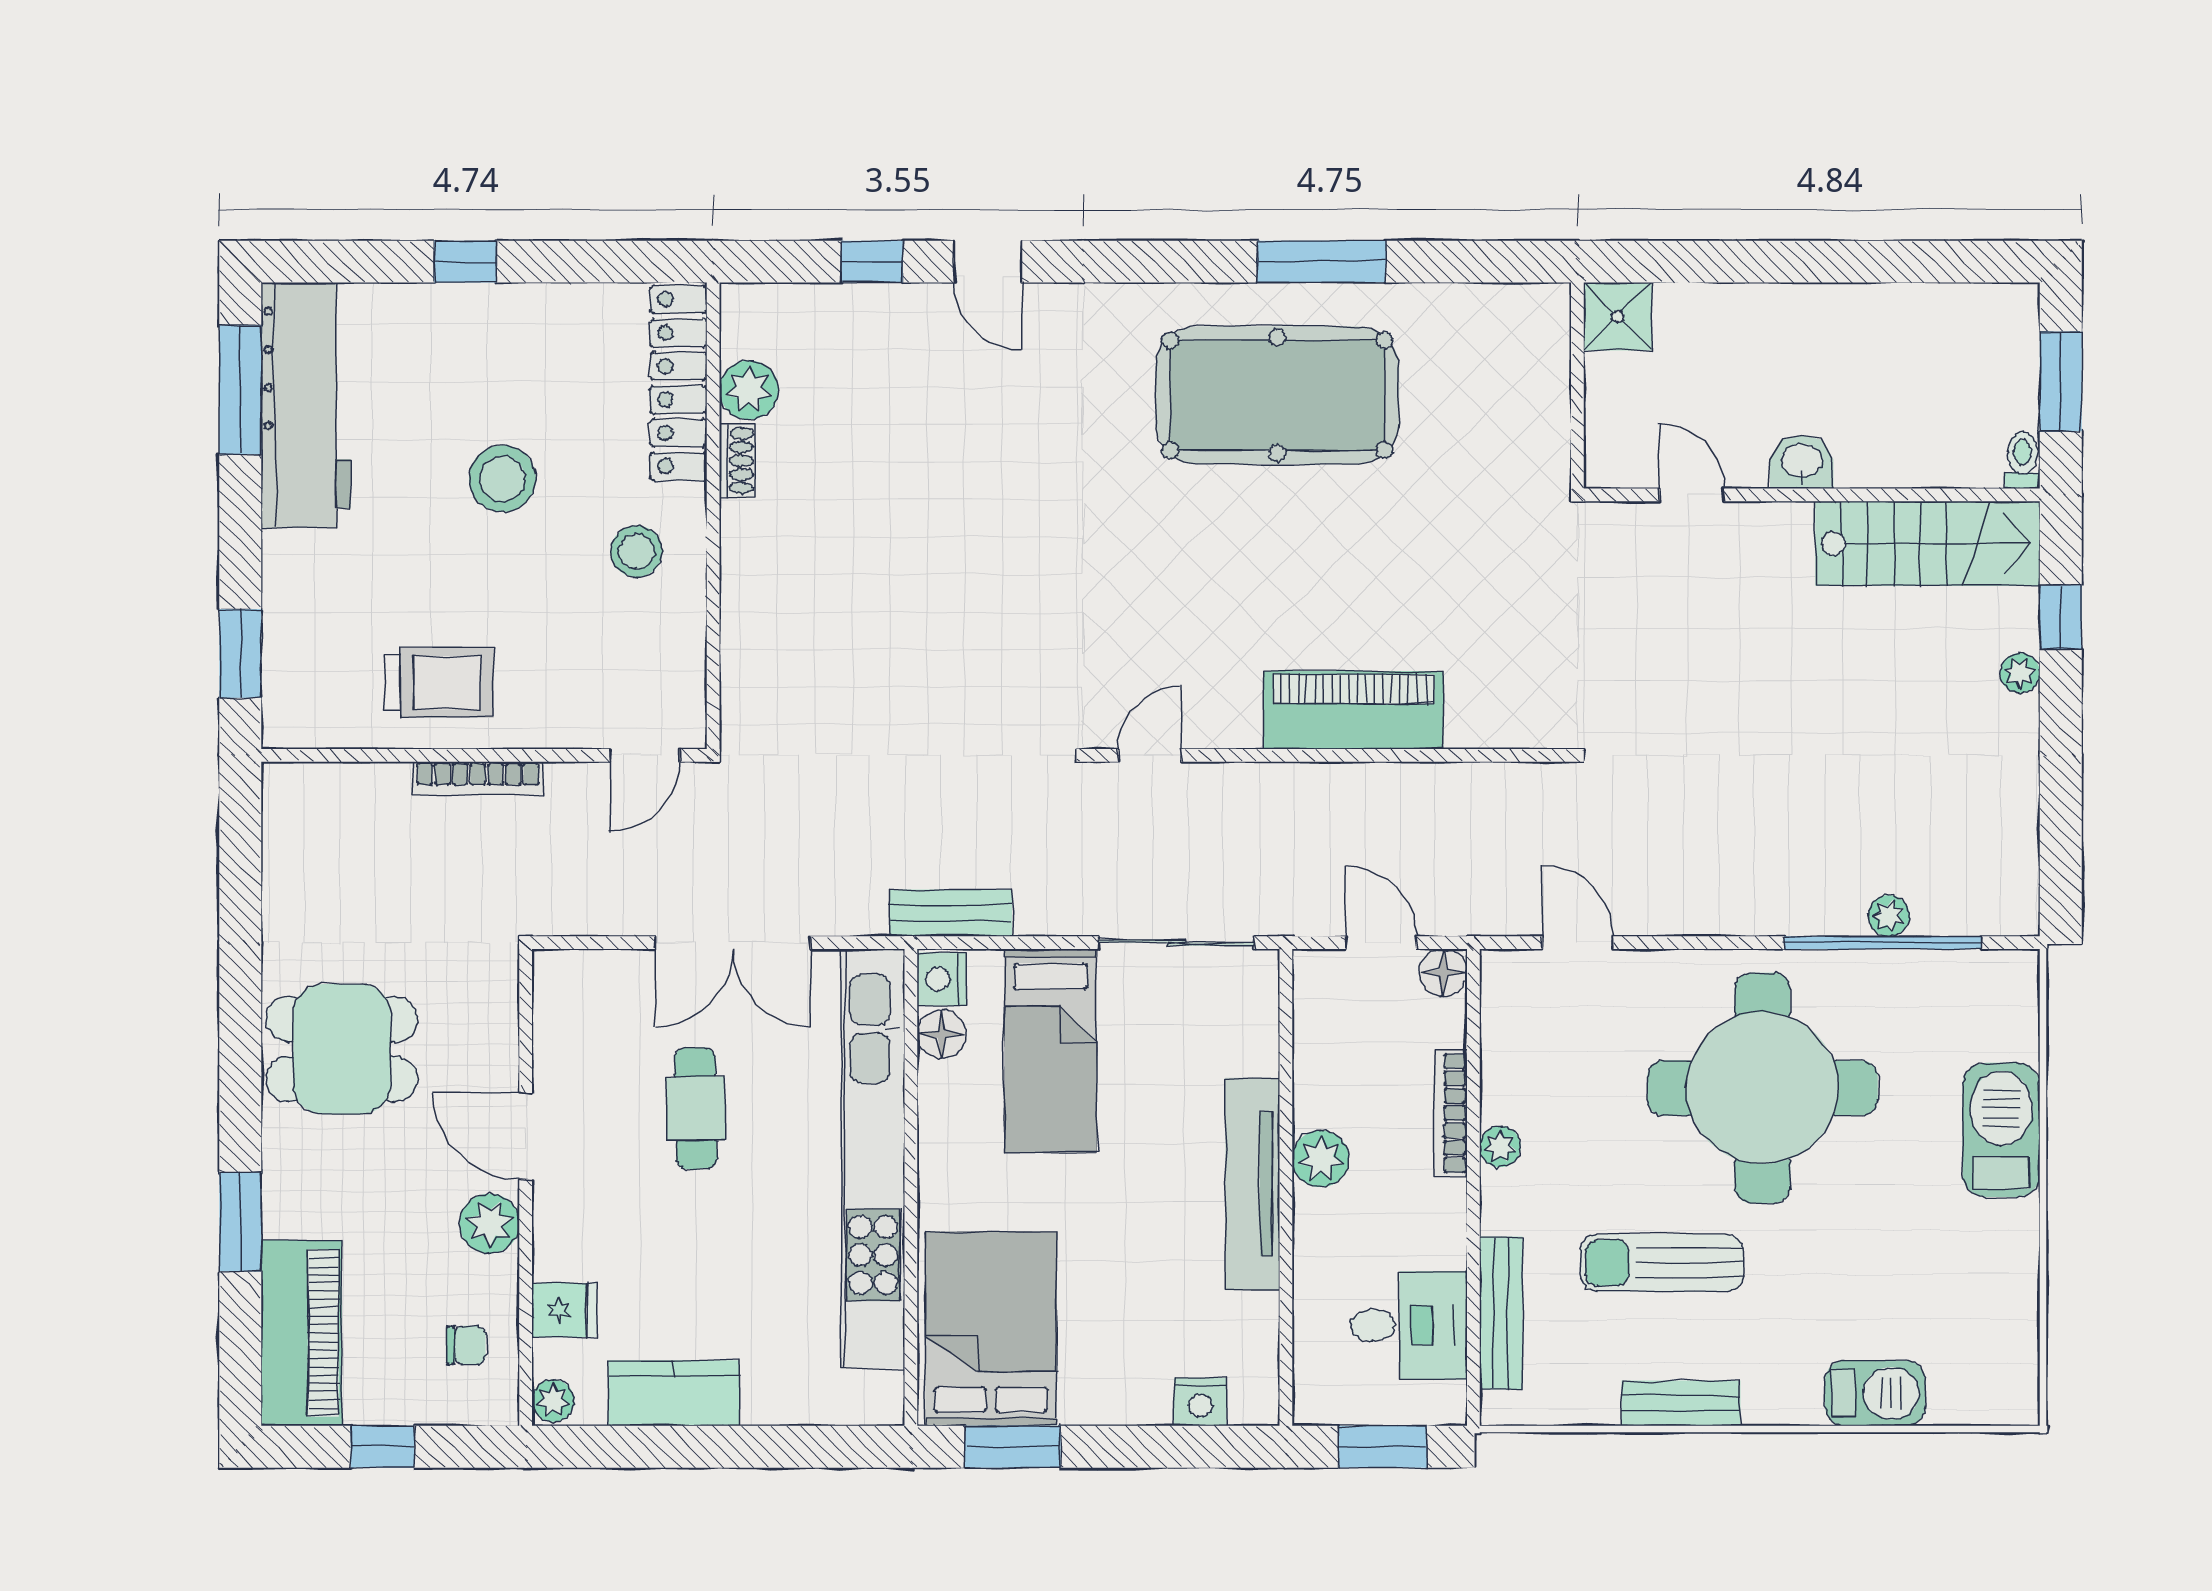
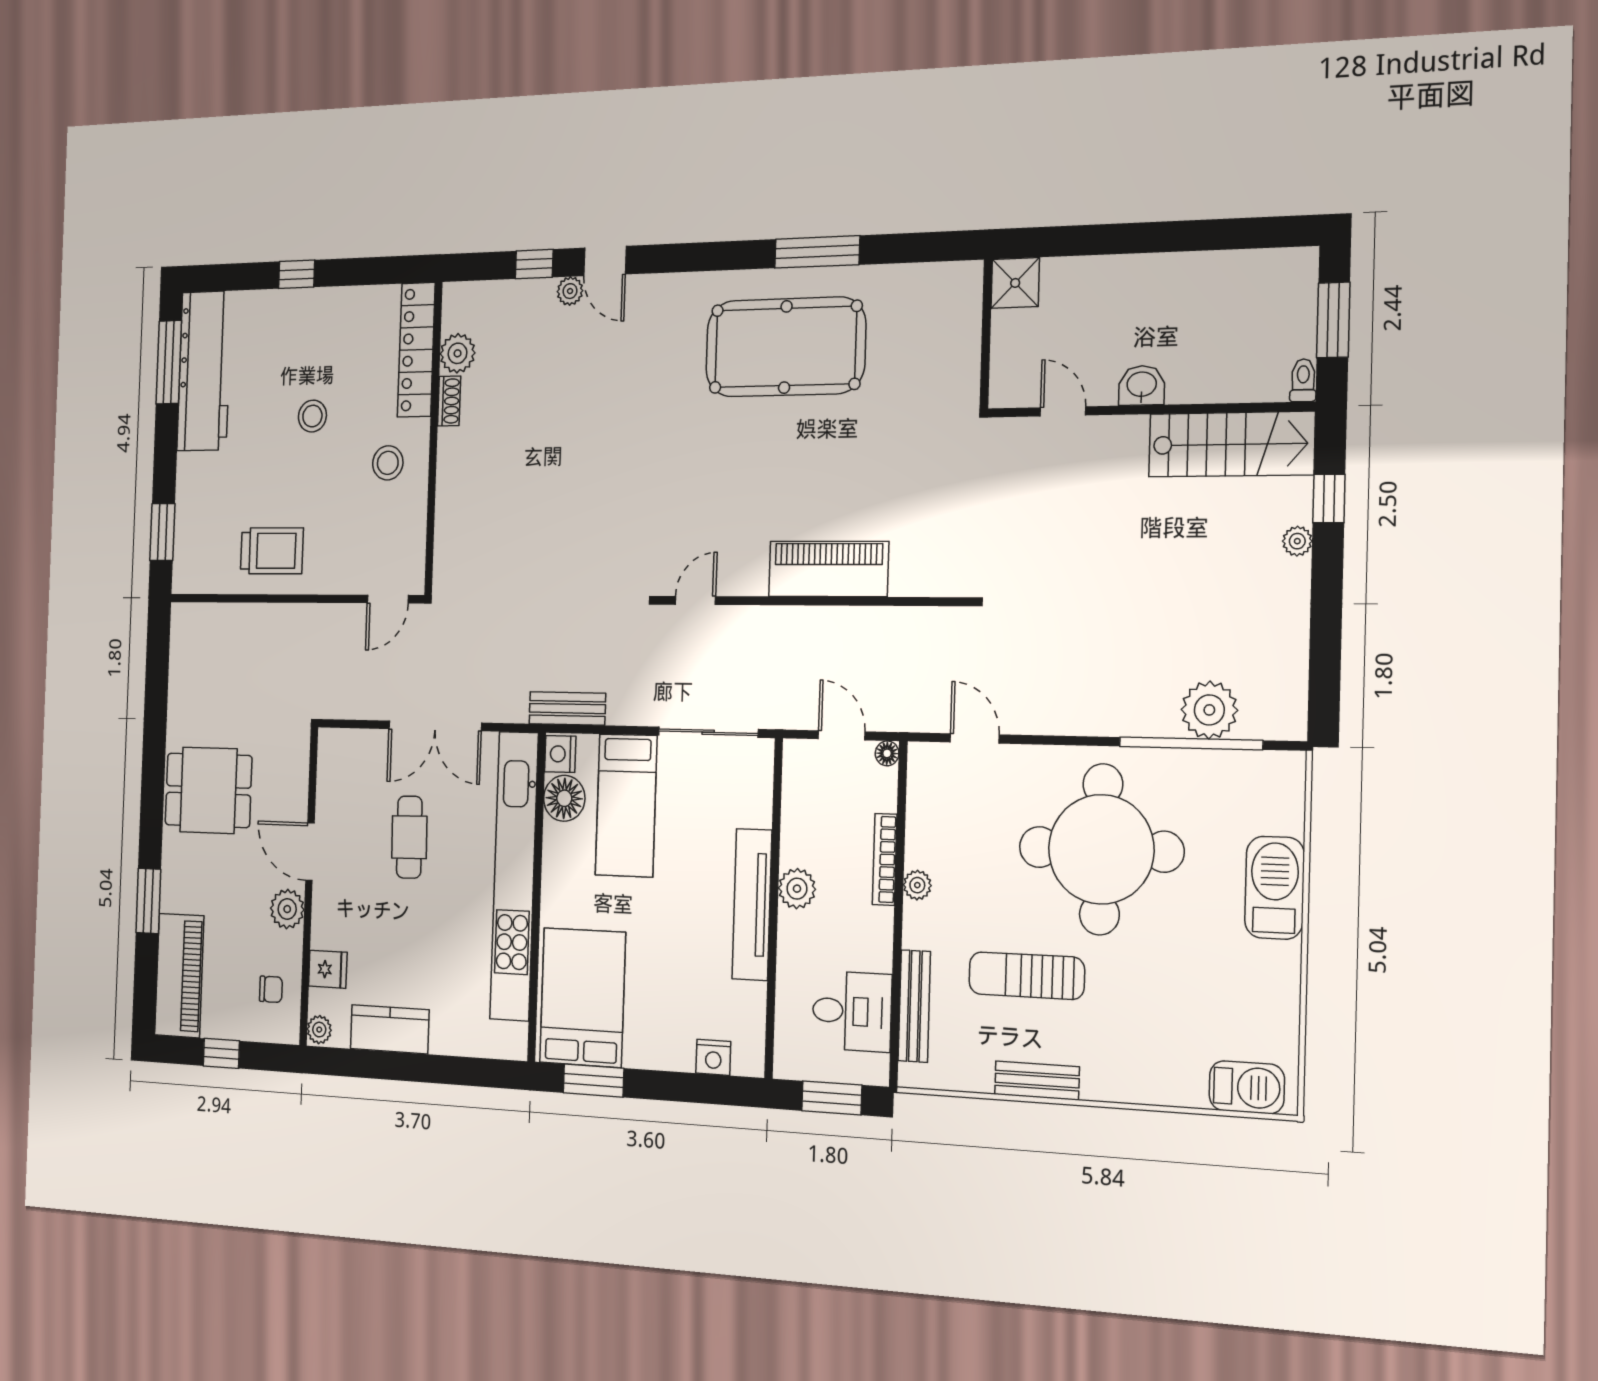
plant: (933, 304) -> (570, 291), added
stool: (502, 479) -> (312, 416), width x0.73, depth x0.73
bookcase: (478, 778) -> (291, 614), removed
plant: (1889, 916) -> (1209, 710), width x1.88, depth x1.88
floor lamp: (1443, 973) -> (887, 753), width x0.73, depth x0.73
floor lamp: (942, 1034) -> (564, 798), width x1.38, depth x1.38
barbecue: (1875, 1393) -> (1247, 1087), moved

